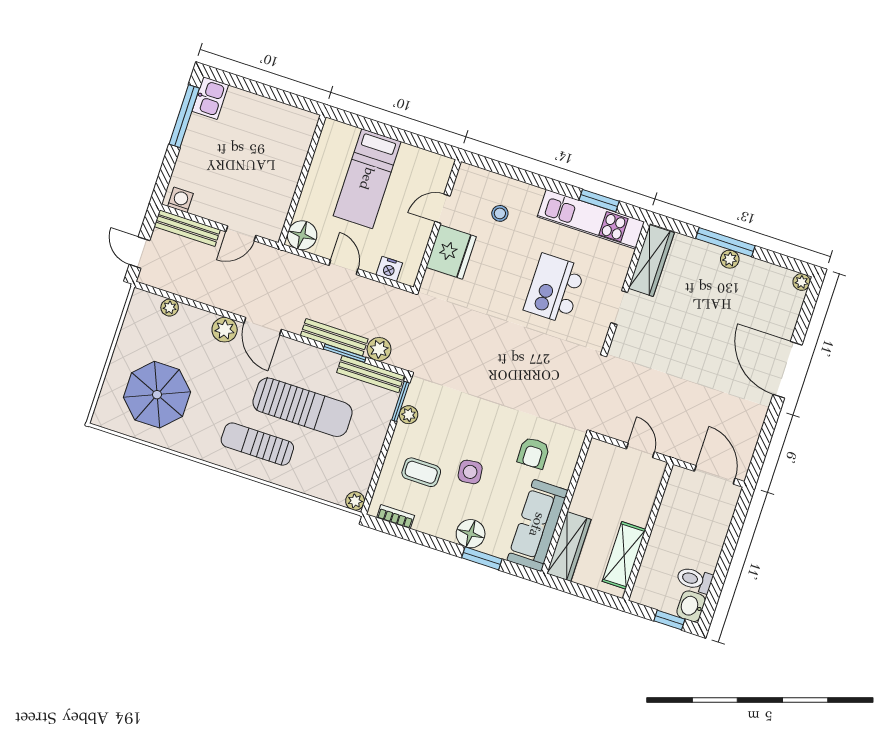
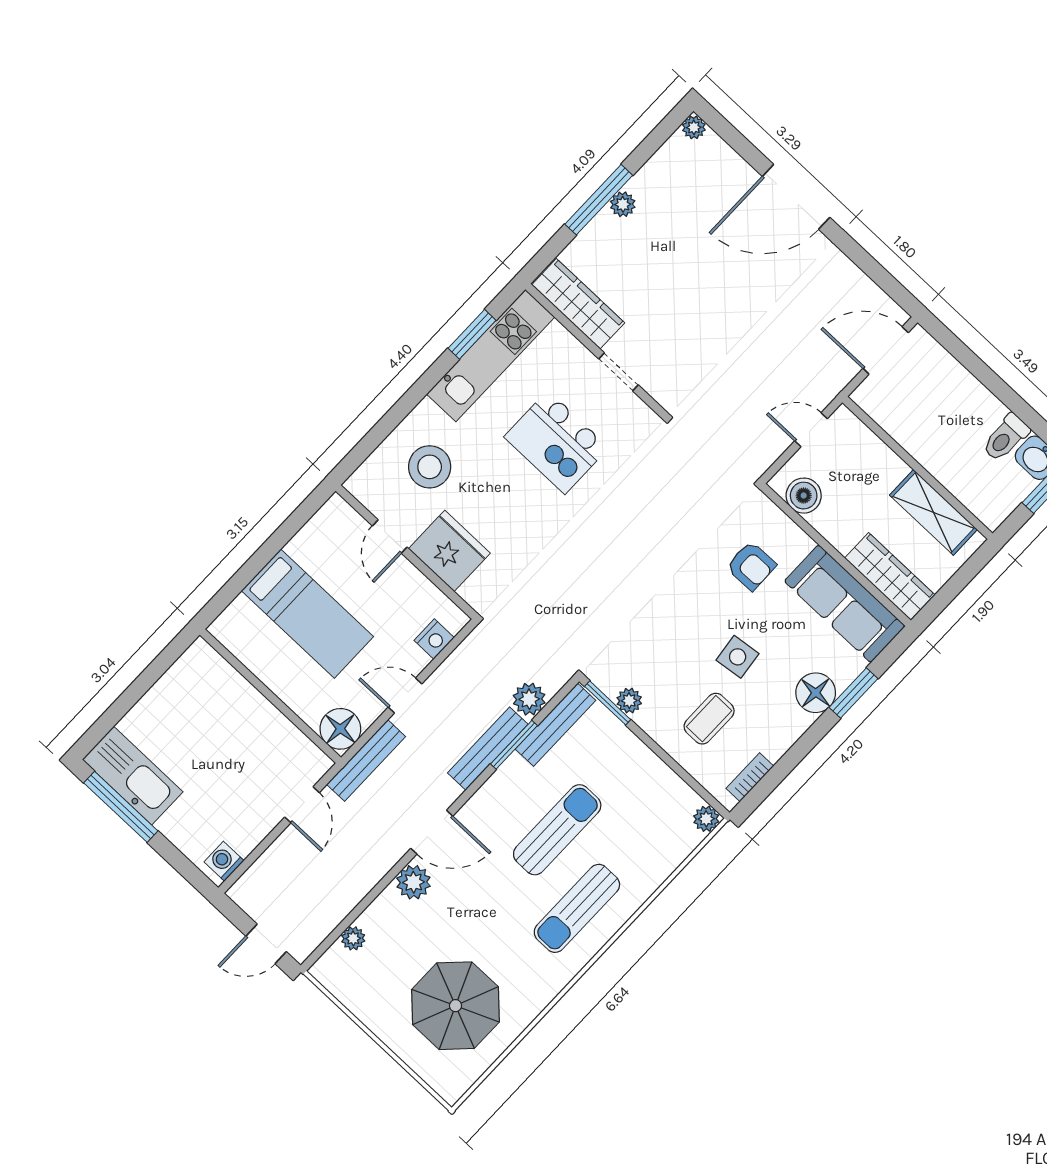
kitchen sink: (210, 98) -> (133, 776), width x1.87, depth x1.24
stool: (500, 213) -> (430, 467), width x1.89, depth x1.89
bench: (187, 228) -> (366, 760), moved
sun lounger: (303, 407) -> (557, 830), width x0.73, depth x0.75
boiler: (595, 466) -> (804, 496), added

